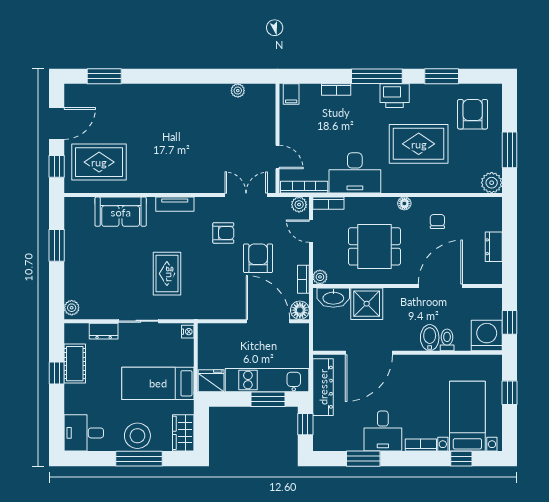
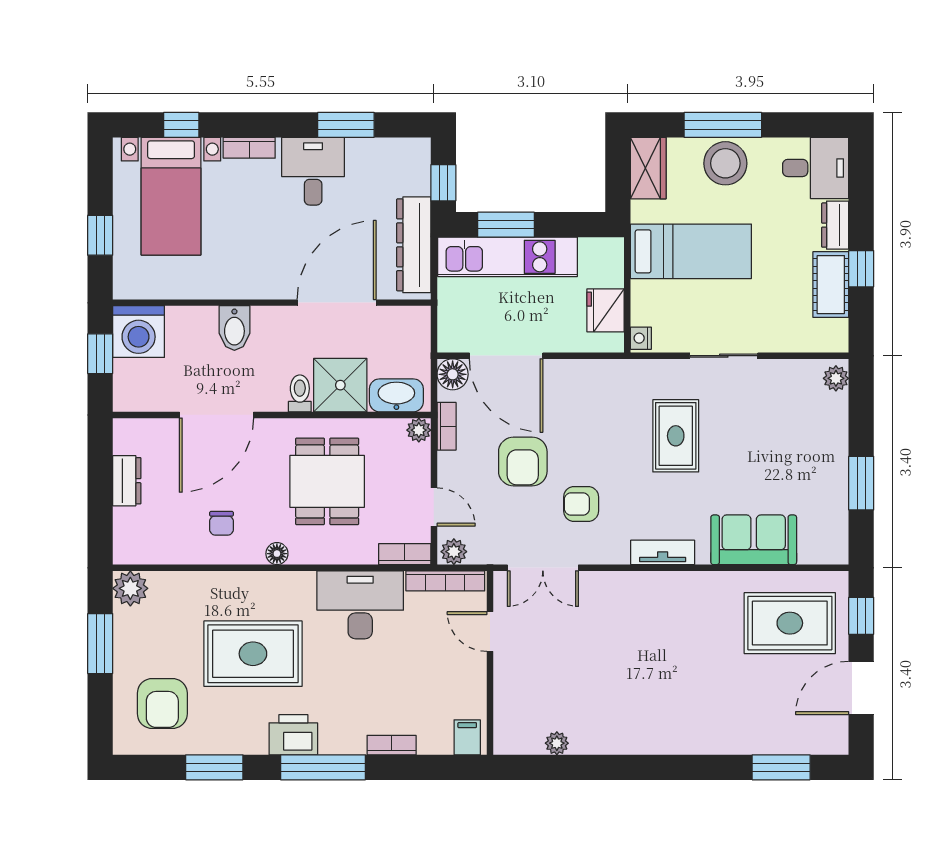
dining table: (374, 246) -> (327, 481), turned 90
dresser: (104, 331) -> (835, 225), moved, turned -90
toilet: (447, 340) -> (300, 393), moved, turned 180
fridge: (211, 381) -> (606, 310), moved, turned 90

